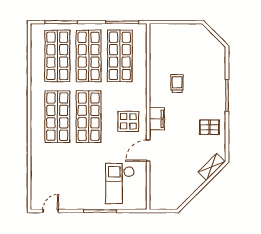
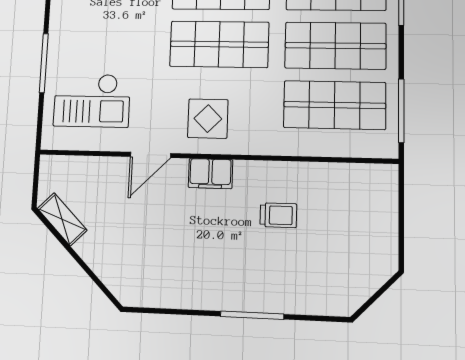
pallet: (209, 127) -> (190, 277), removed
door: (148, 151) -> (150, 155), swing flipped
shelving: (212, 167) -> (62, 219), moved
checkout: (120, 183) -> (92, 100), turned 180

